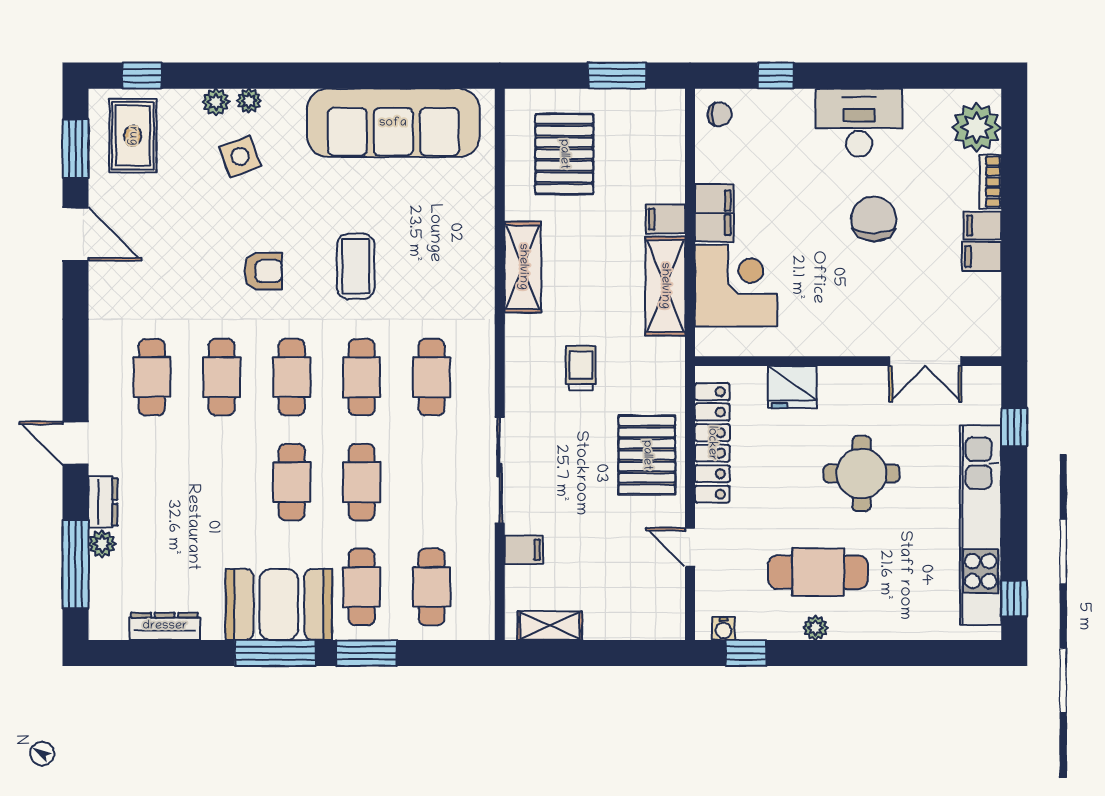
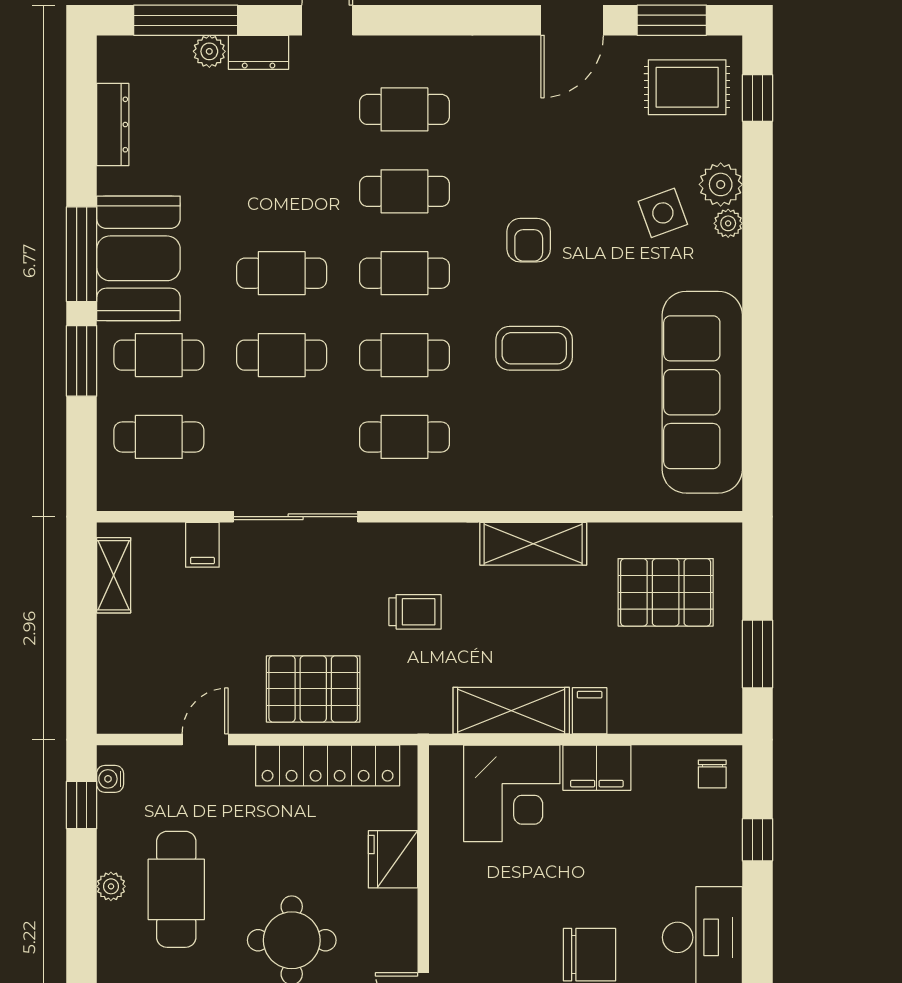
plant: (216, 102) -> (721, 184), width x1.38, depth x1.38

